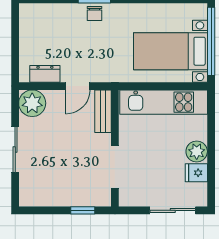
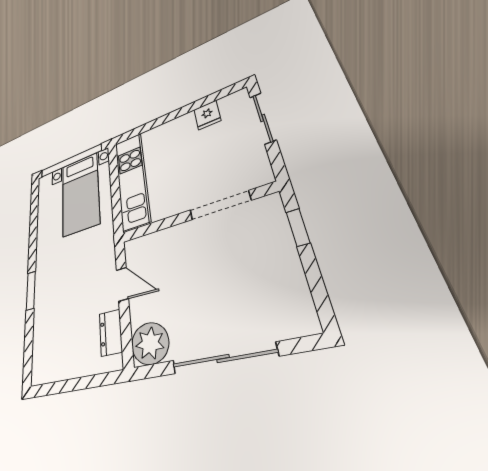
chair: (95, 14) -> (44, 286), removed
bench: (103, 111) -> (150, 243), removed
sliding door: (15, 150) -> (223, 358), width x1.37
plant: (197, 151) -> (182, 125), removed

